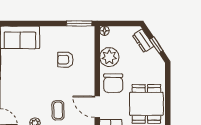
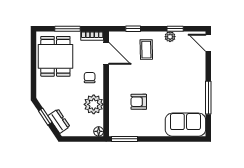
armchair: (65, 60) -> (139, 102), turned 180
chair: (113, 83) -> (90, 78), width x0.54, depth x0.54

